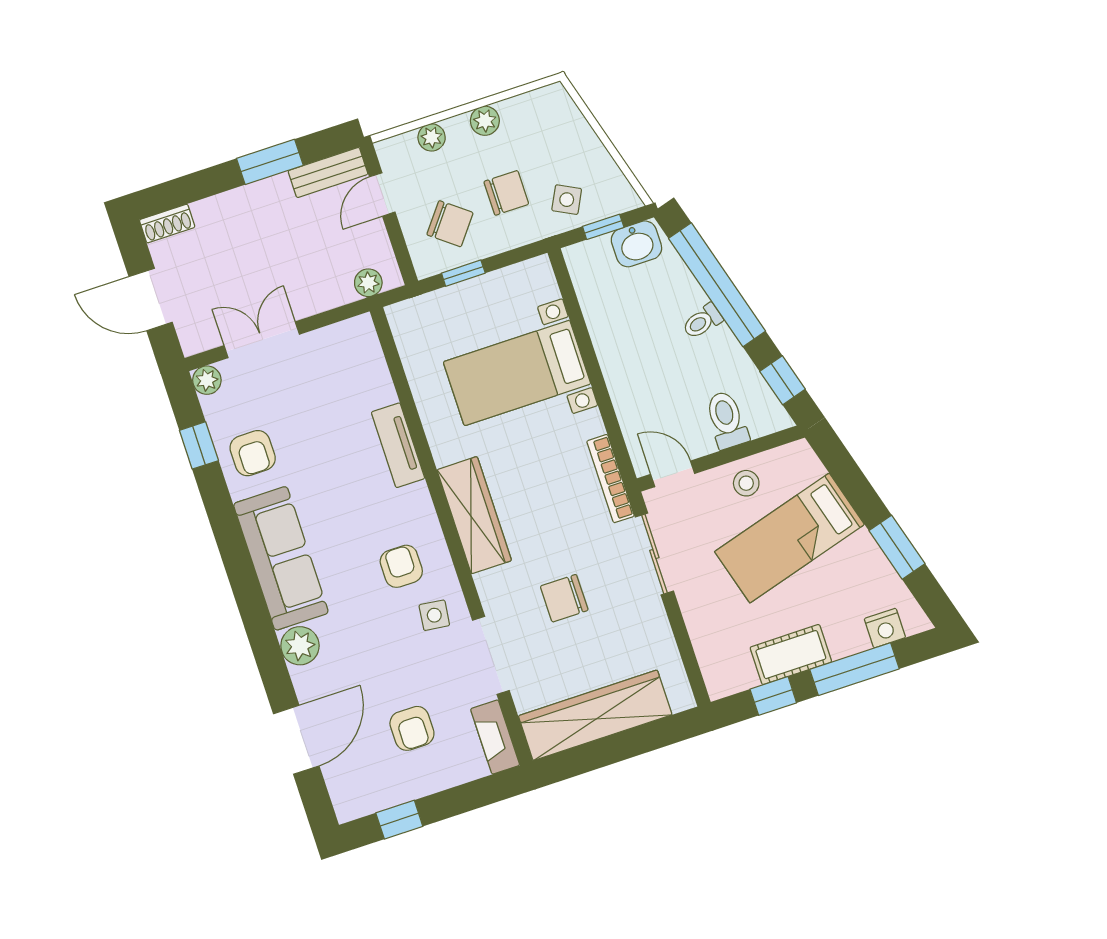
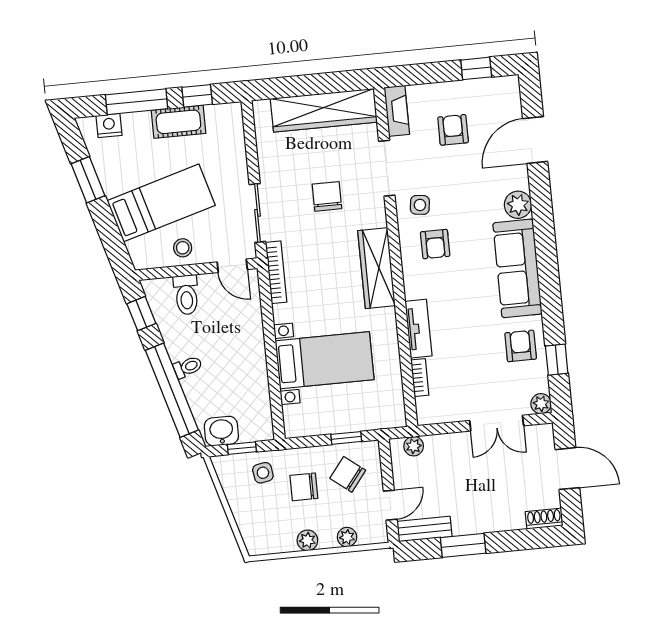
side table: (567, 200) -> (263, 473), turned -36
bookcase: (381, 378) -> (420, 378), added
chair: (564, 598) -> (327, 196), turned -90

